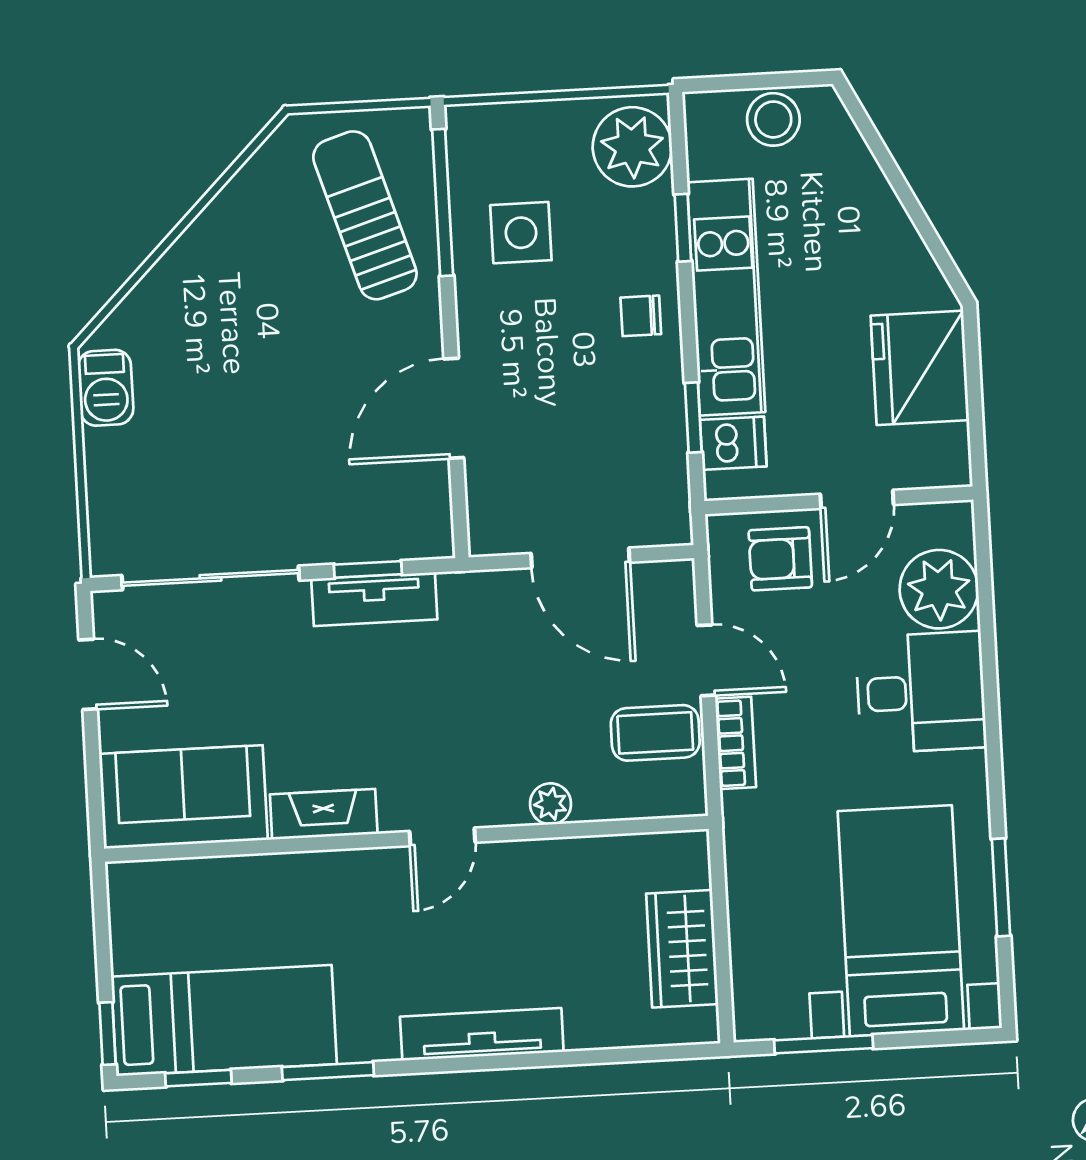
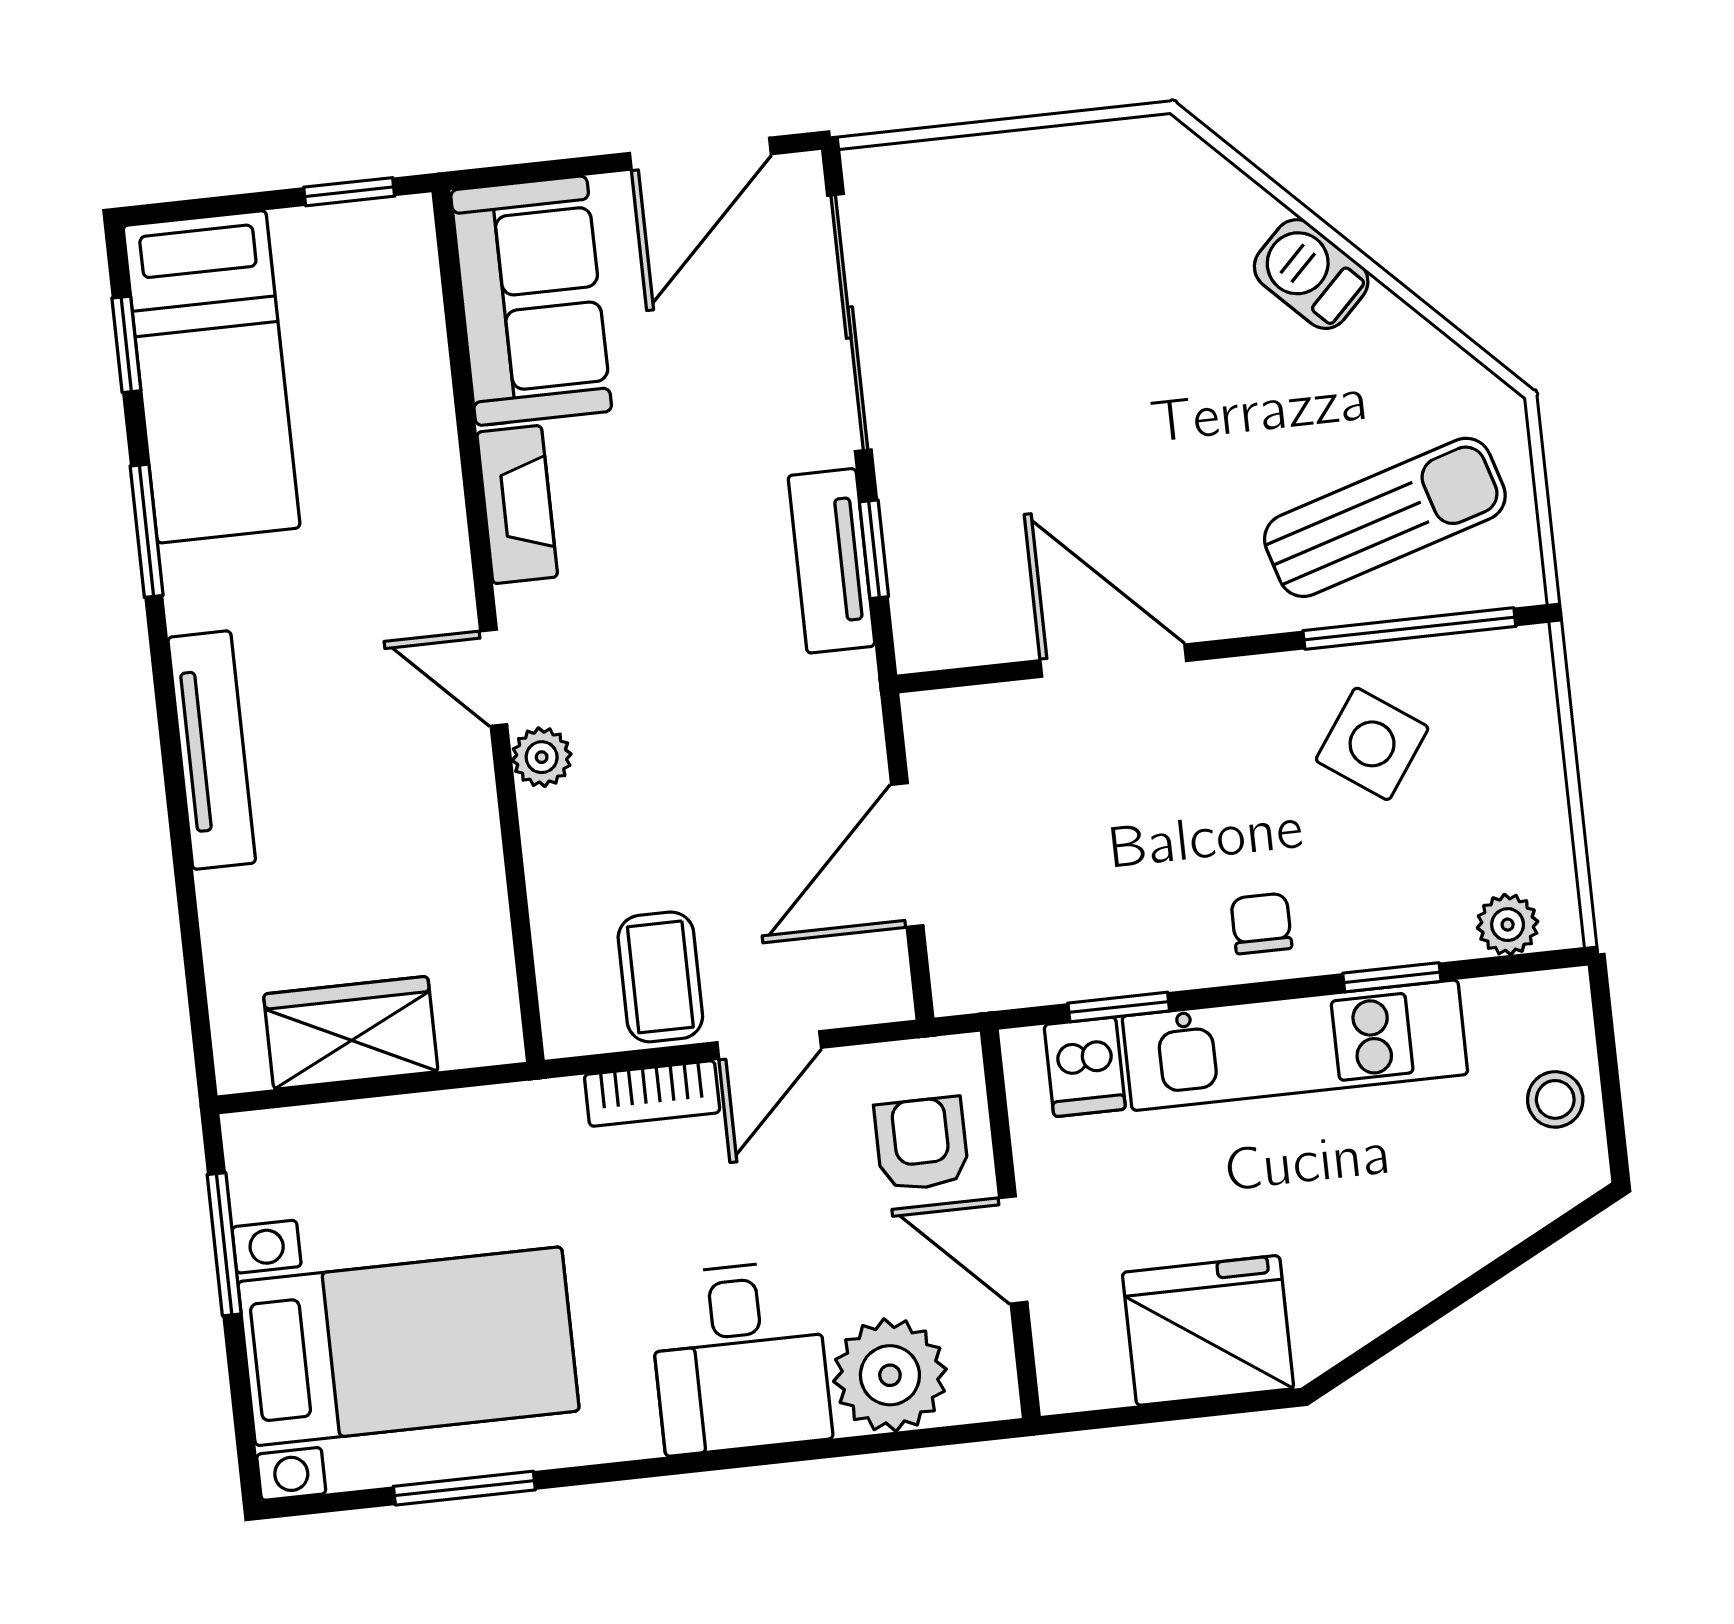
stool: (773, 119) -> (1555, 1099), width x0.73, depth x0.73
plant: (632, 147) -> (1508, 925), width x0.53, depth x0.53
side table: (521, 233) -> (1372, 744), turned 35
barbecue: (106, 388) -> (1311, 274), moved, turned 45
door: (88, 674) -> (700, 154), width x1.38
plant: (551, 804) -> (542, 757), moved
window: (108, 1034) -> (349, 192), moved

